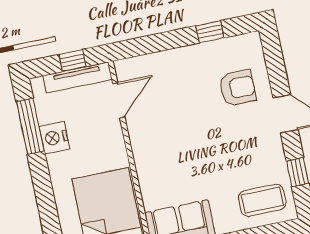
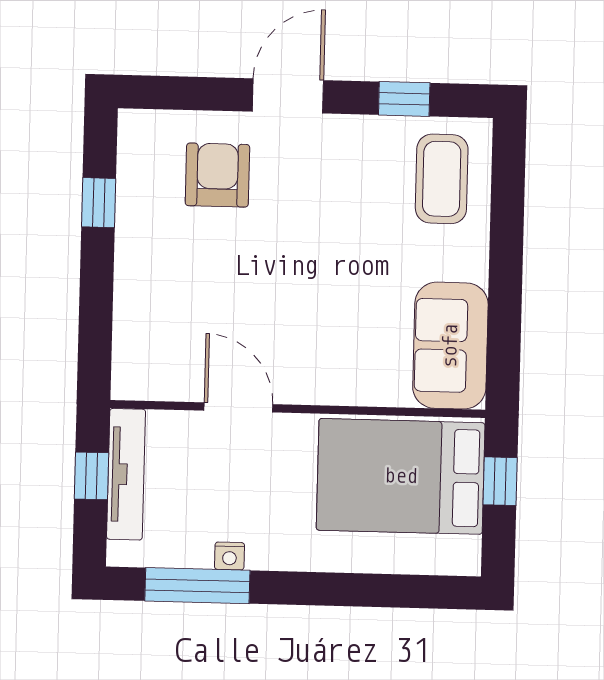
door: (119, 100) -> (238, 407), moved
nightstand: (54, 138) -> (229, 556), width x0.53, depth x0.56

